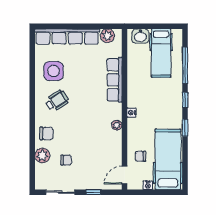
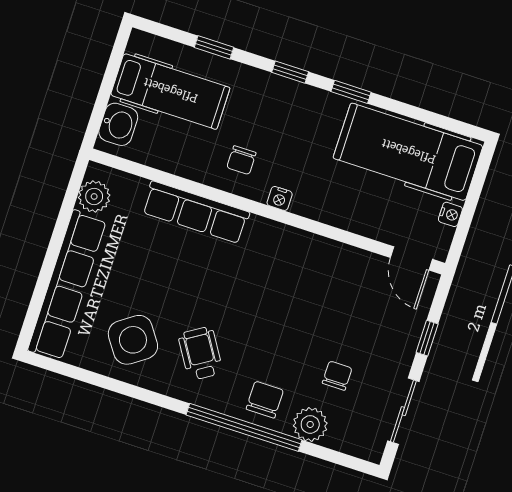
window: (185, 65) -> (214, 47), width x0.46
side table: (53, 71) -> (133, 340), turned -35
plant: (117, 125) -> (297, 240), removed
window: (32, 129) -> (244, 427), added
chair: (140, 156) -> (241, 160), moved

